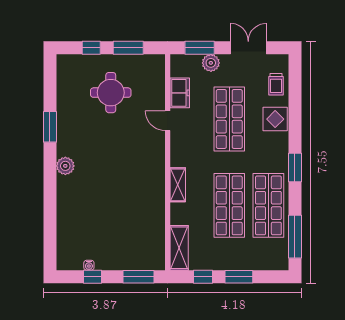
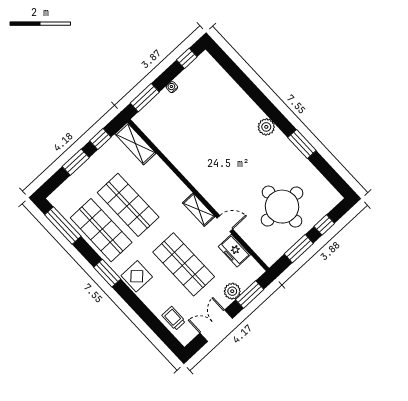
double door: (248, 48) -> (216, 326), swing flipped
round table: (111, 93) -> (282, 207), width x1.36, depth x1.36
display table: (275, 119) -> (137, 276), moved
shelving: (178, 185) -> (199, 210), moved
water cooler: (89, 265) -> (172, 87), moved
window: (93, 277) -> (187, 58), moved

